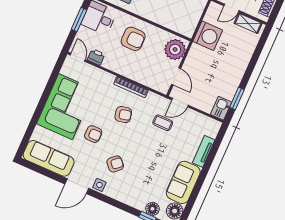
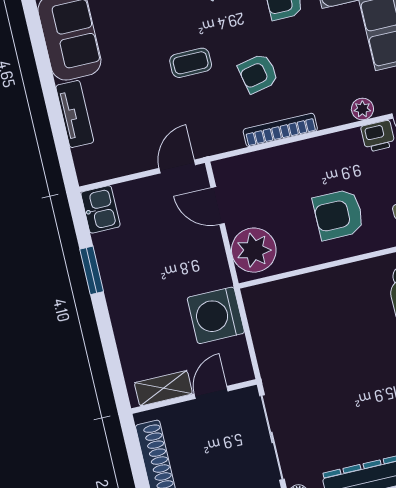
plant: (94, 72) -> (362, 109), added
window: (237, 98) -> (92, 270), moved
coffee table: (163, 123) -> (191, 63), moved

